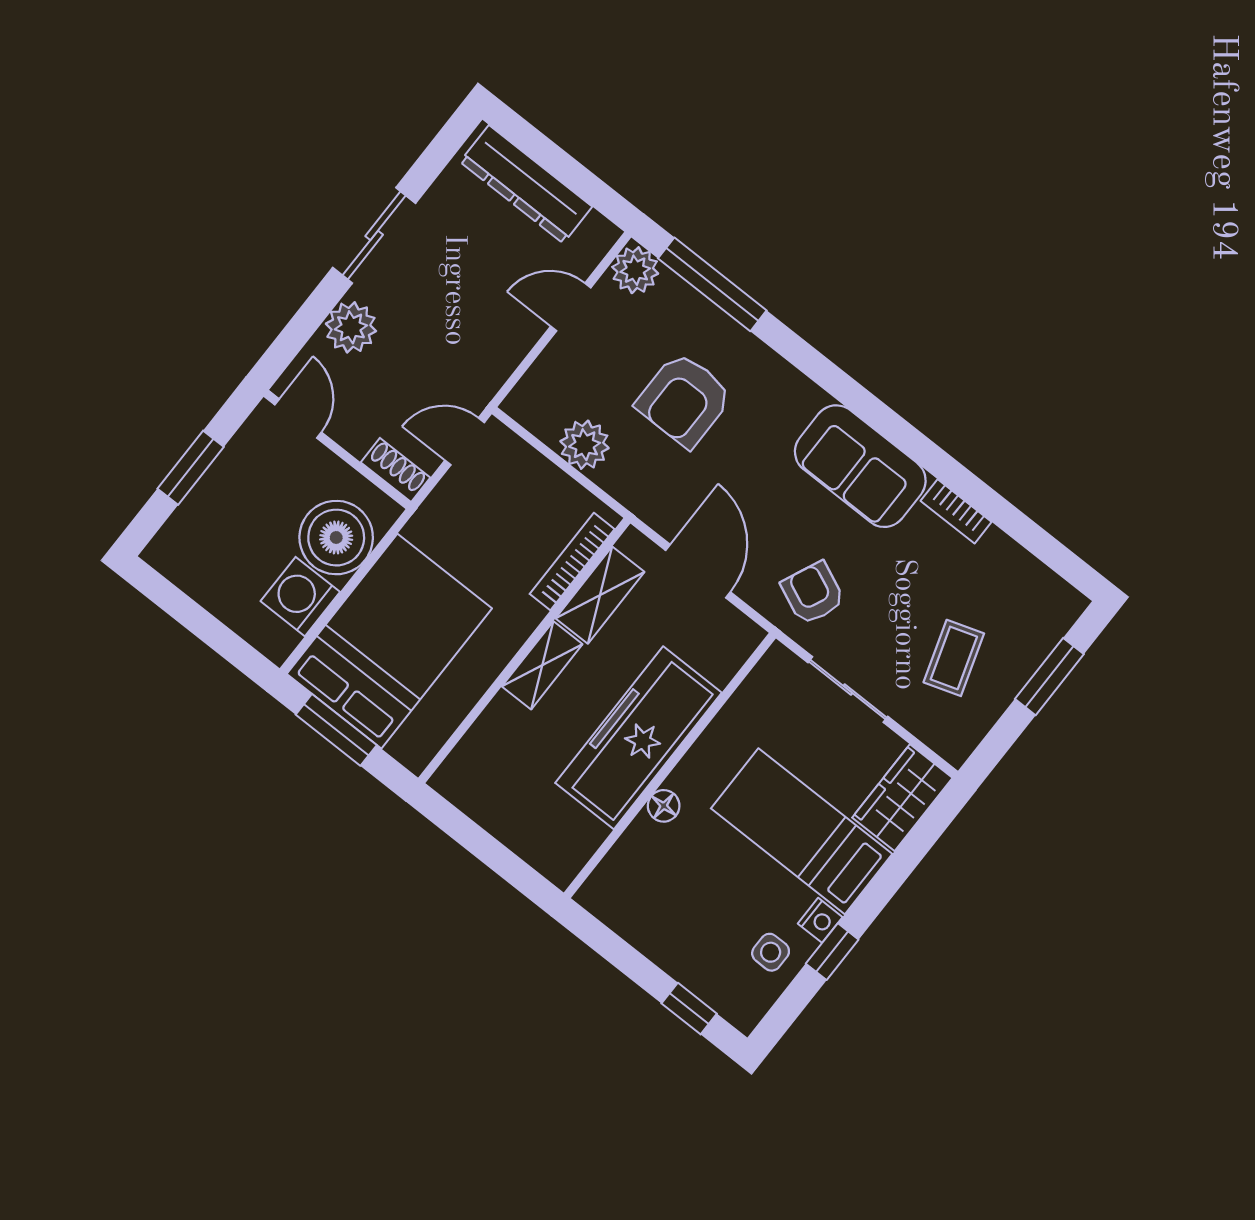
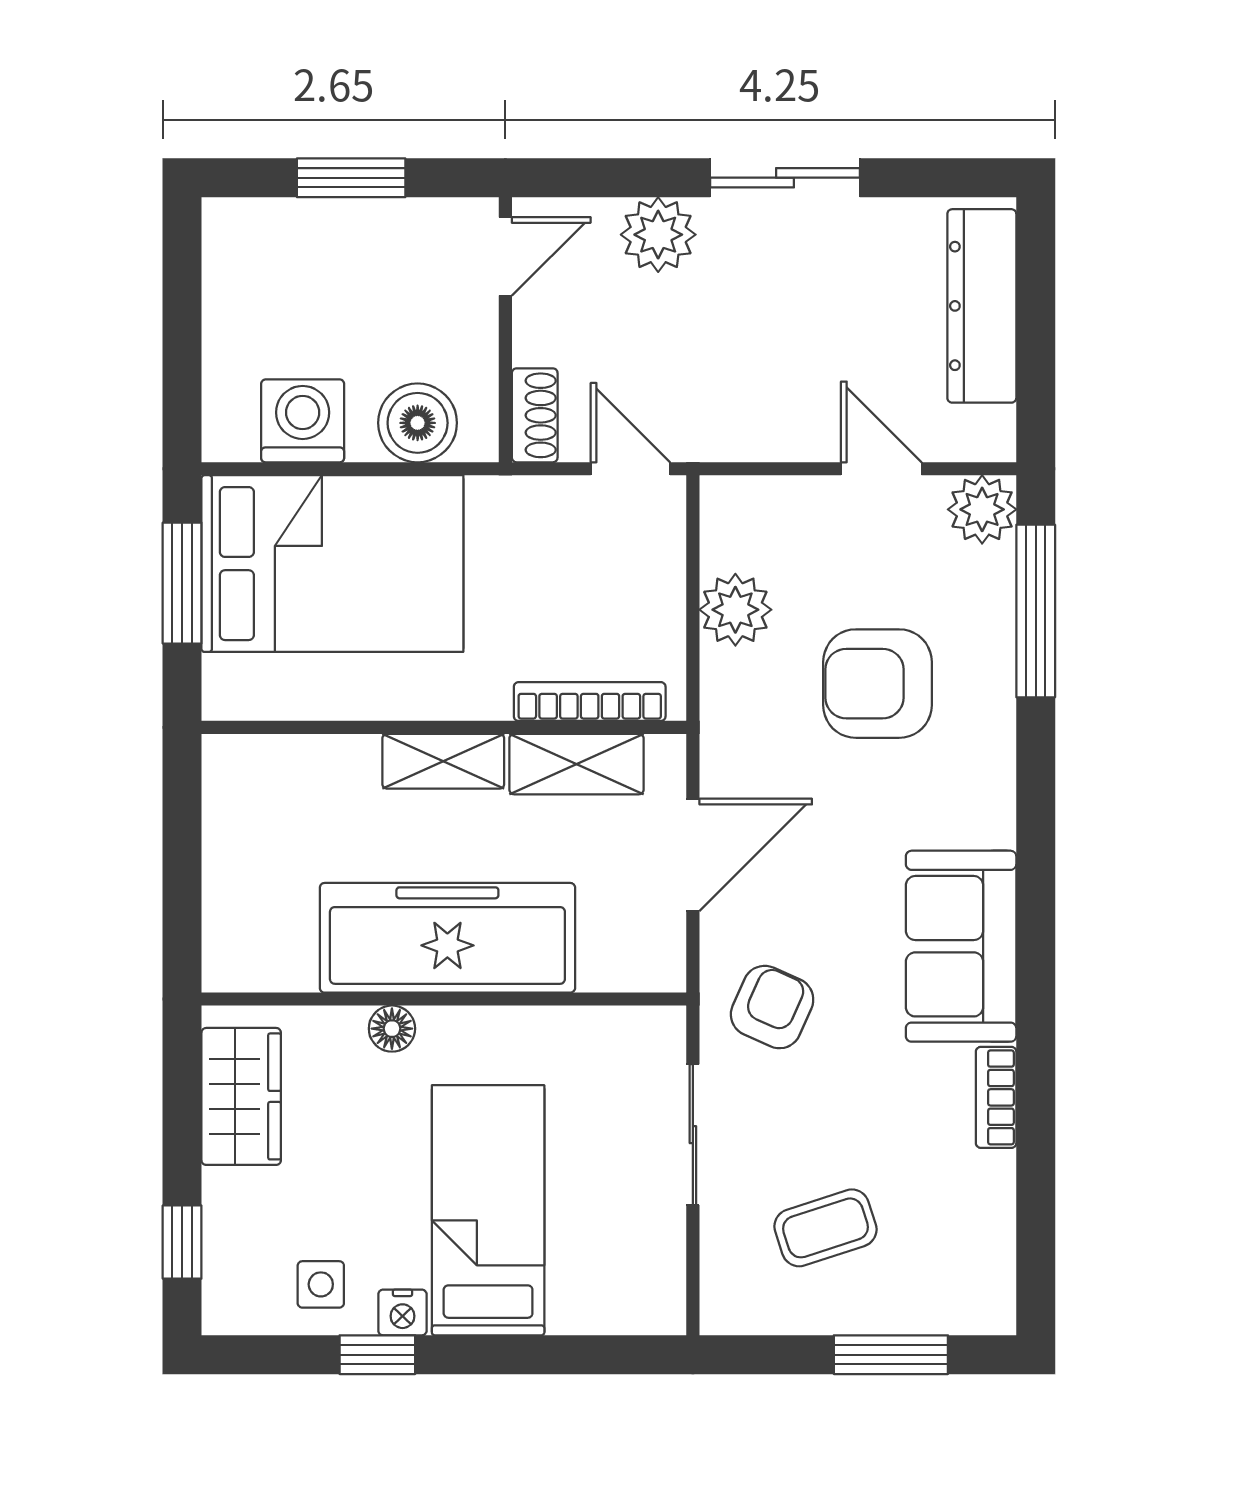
boiler: (336, 538) -> (418, 423), width x0.73, depth x0.73
wardrobe: (902, 798) -> (241, 1096), moved, turned 90

